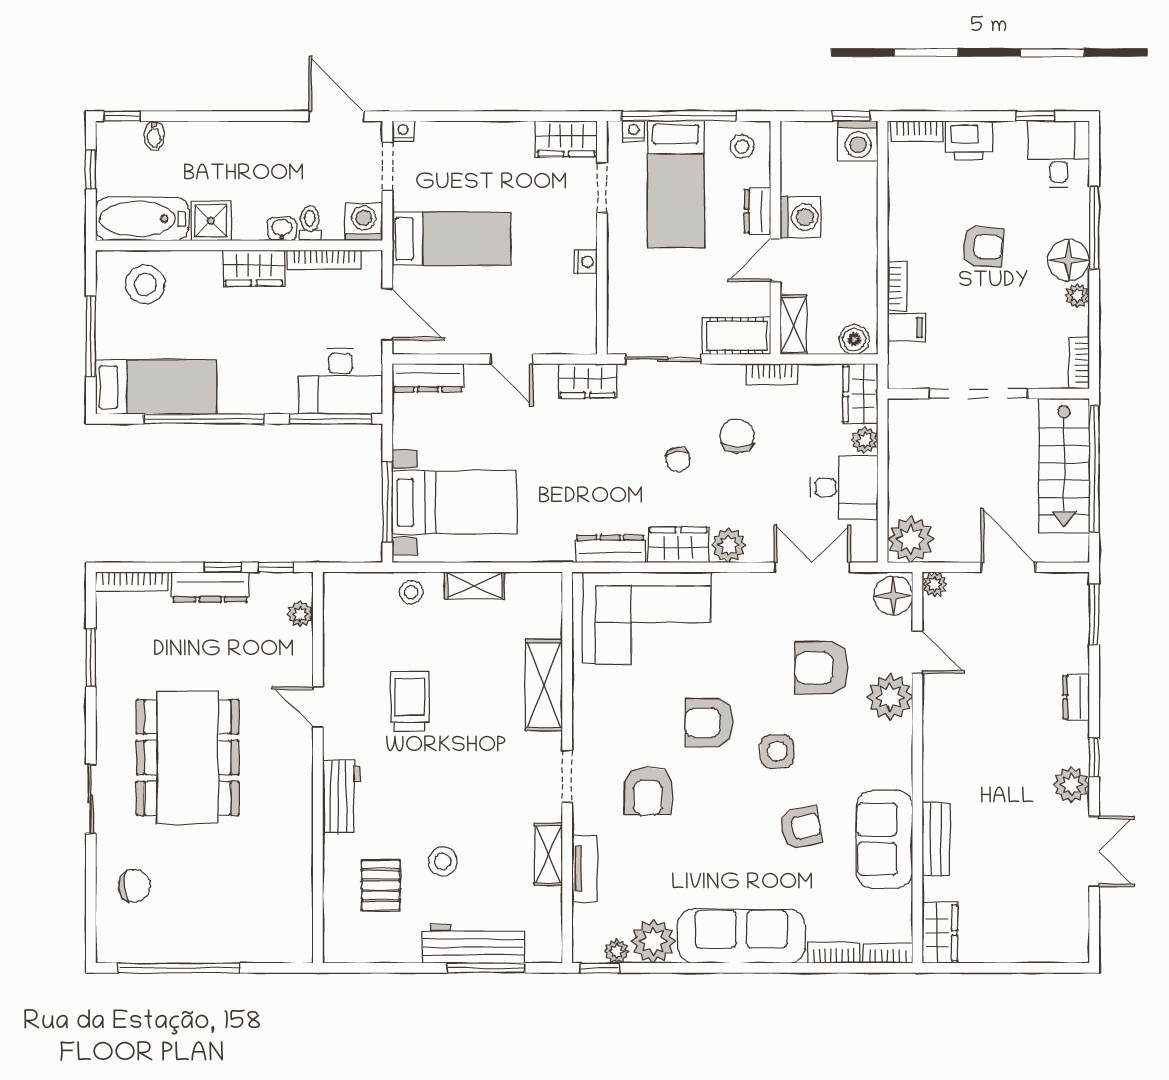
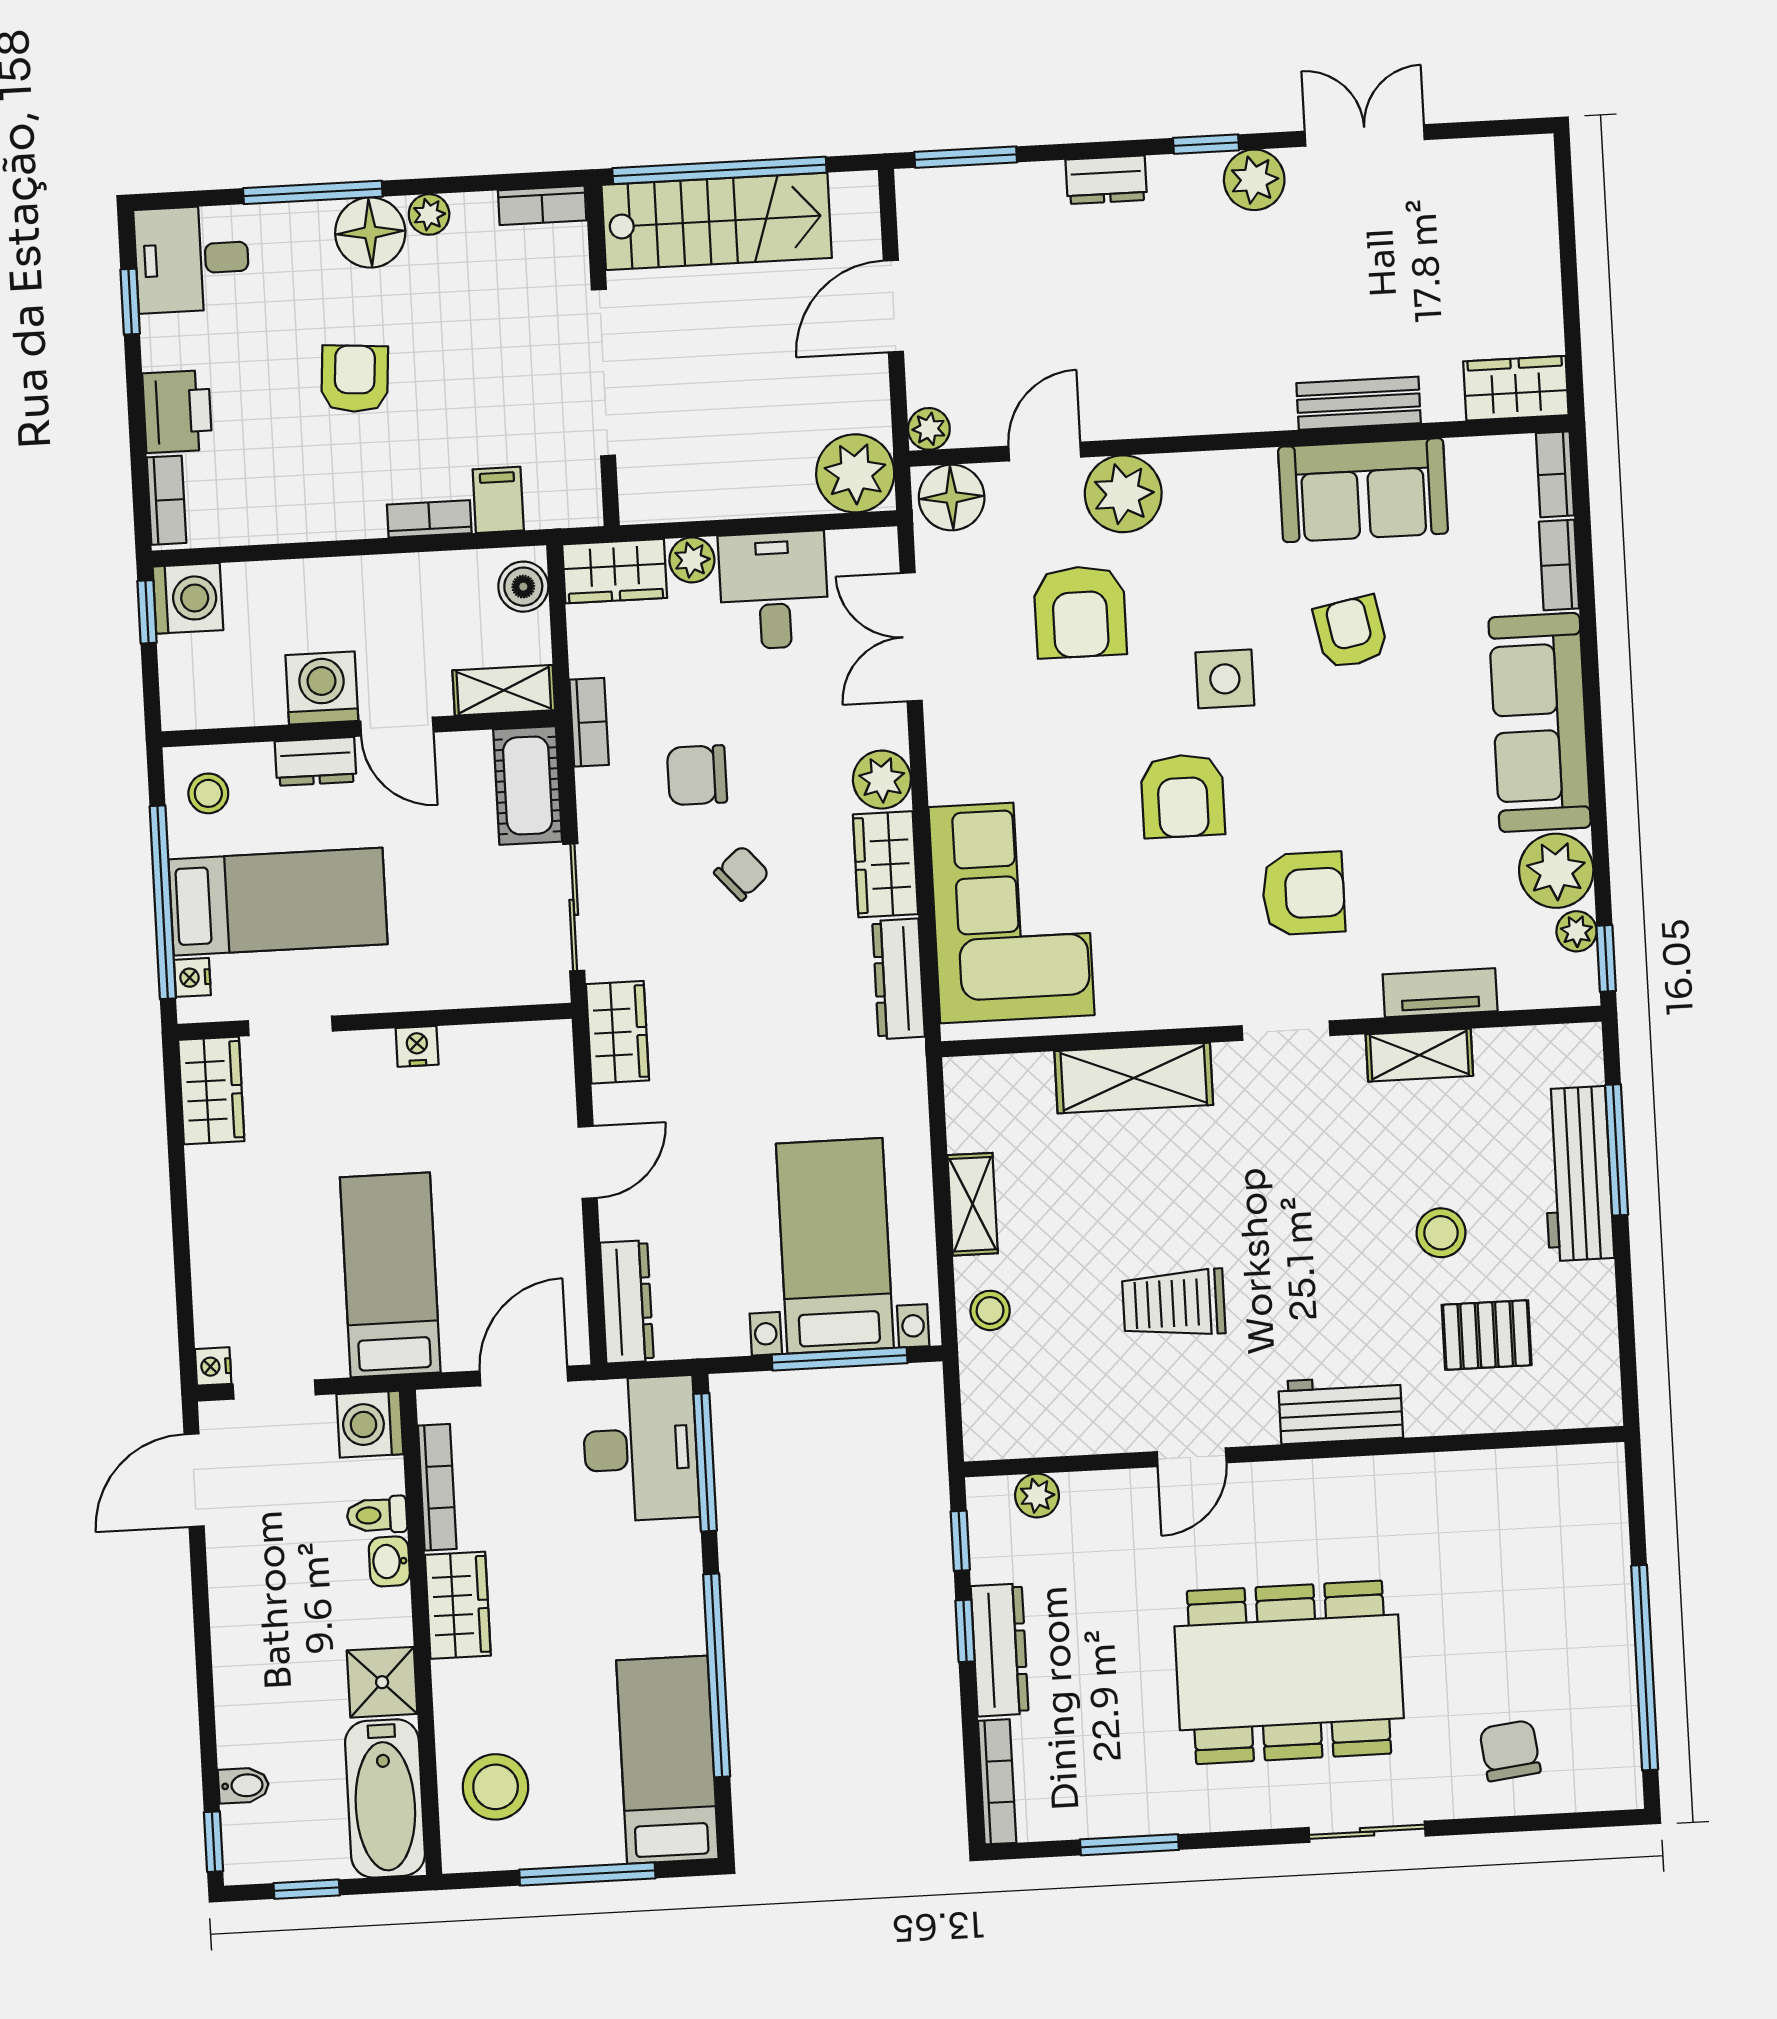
chair: (678, 459) -> (742, 873), turned -32

